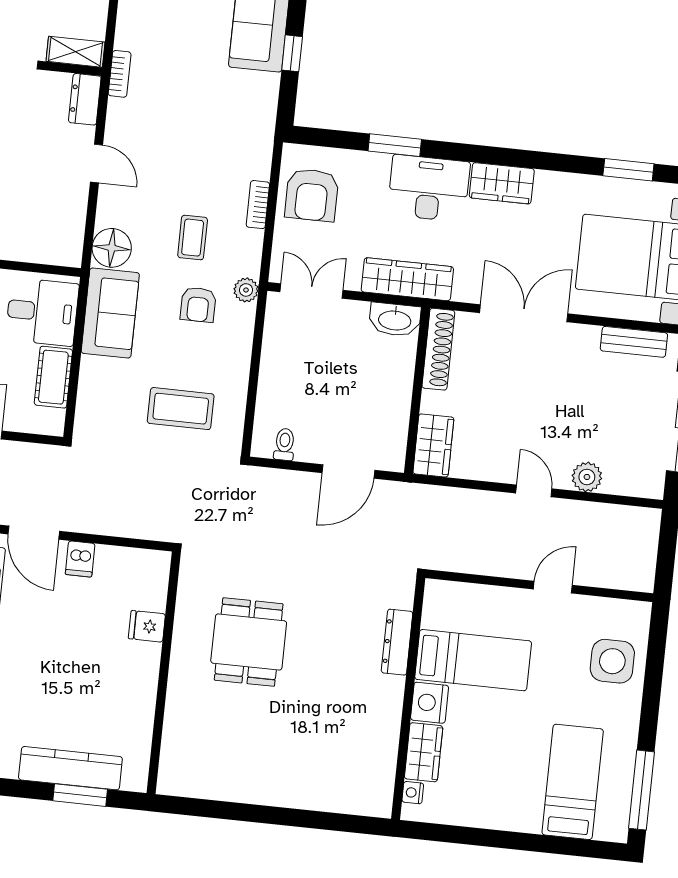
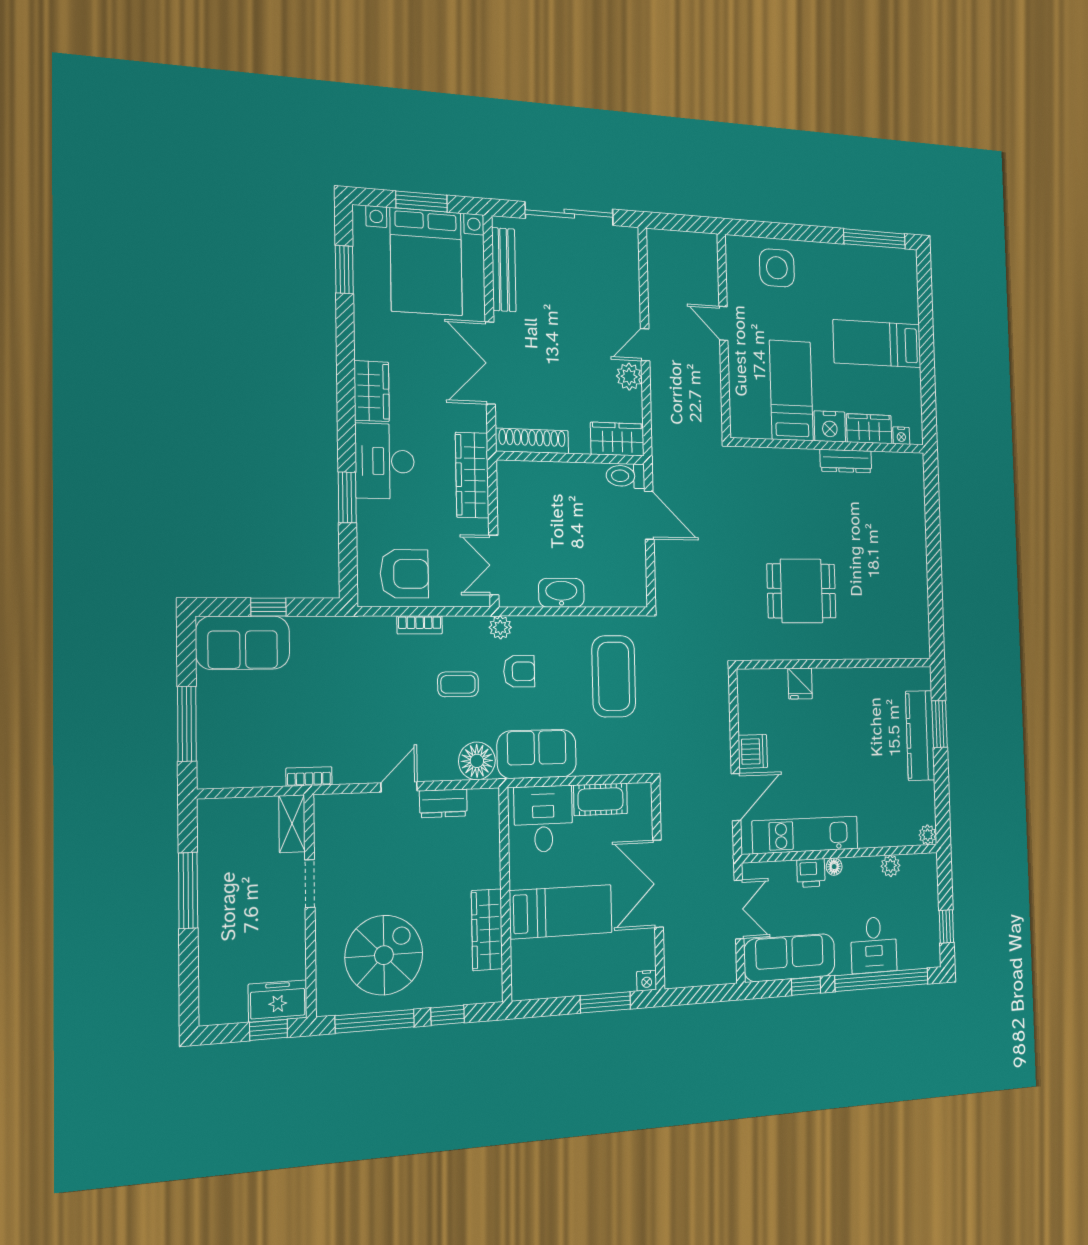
dresser: (85, 99) -> (443, 803), moved
washbasin: (395, 320) -> (561, 593), moved, turned -90
bench: (634, 342) -> (504, 270), width x1.36
coffee table: (181, 409) -> (614, 676), width x1.36, depth x1.32
toilet: (284, 444) -> (625, 476), moved, width x1.37, depth x1.39
plant: (587, 477) -> (629, 377), moved
dishwasher: (80, 559) -> (753, 751), width x1.38
dresser: (397, 642) -> (846, 461), moved
bed: (573, 782) -> (877, 344), moved

